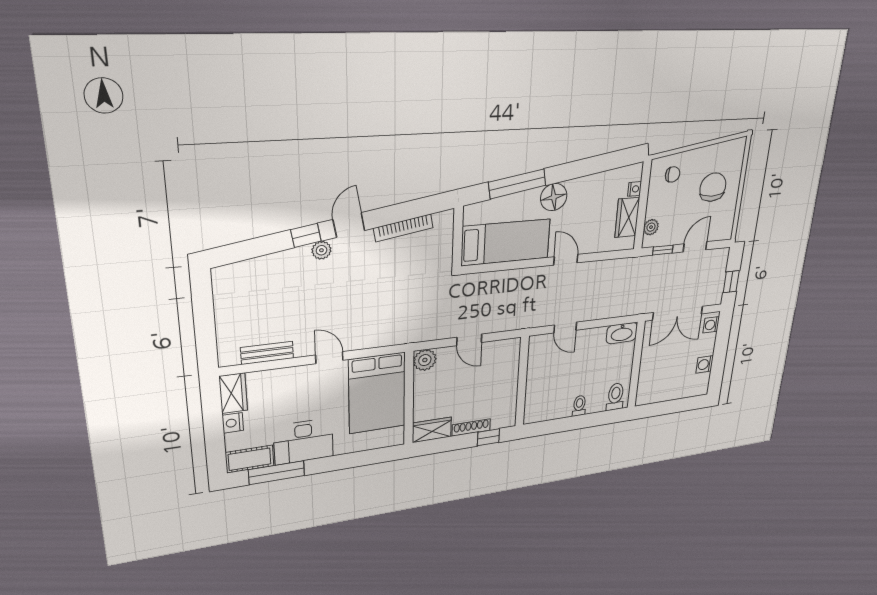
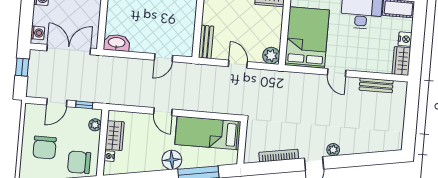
chair: (673, 174) -> (79, 162), width x1.87, depth x1.87
window: (306, 235) -> (342, 161), removed
door: (565, 328) -> (164, 58), swing flipped
bench: (512, 358) -> (206, 42), added

